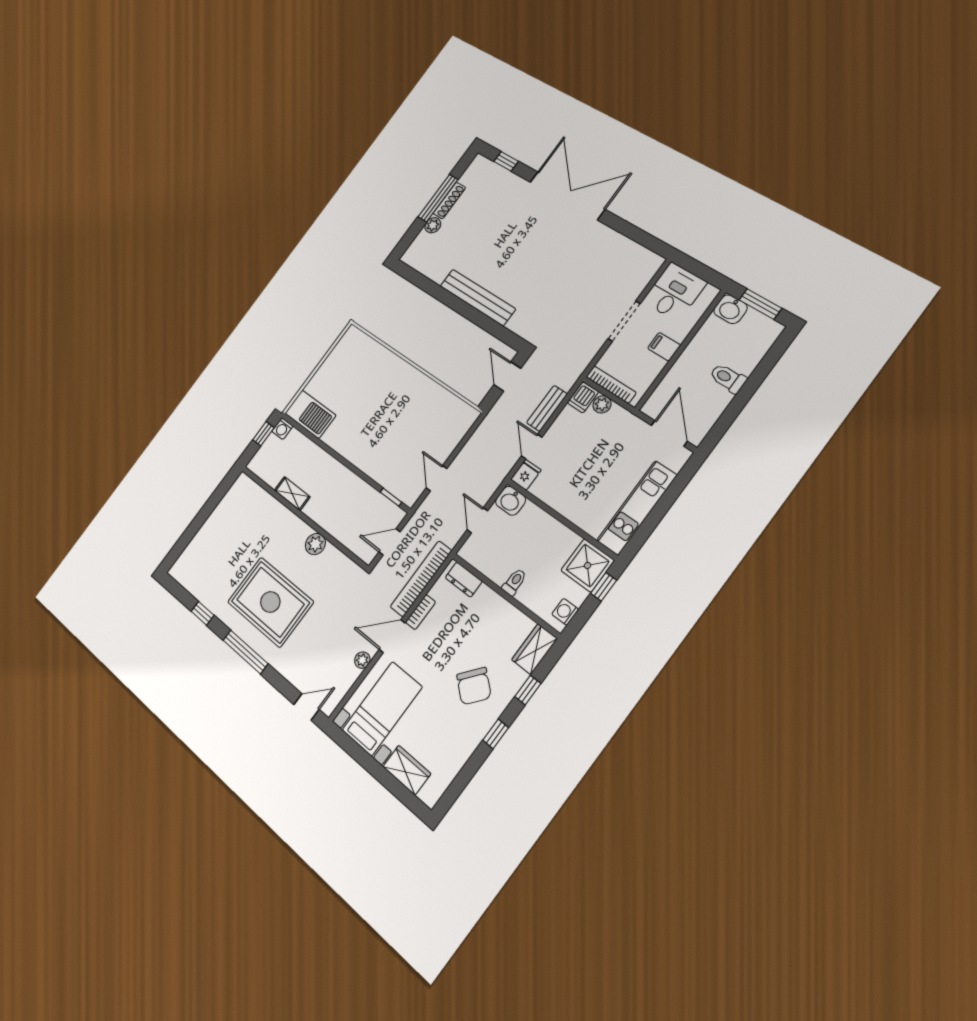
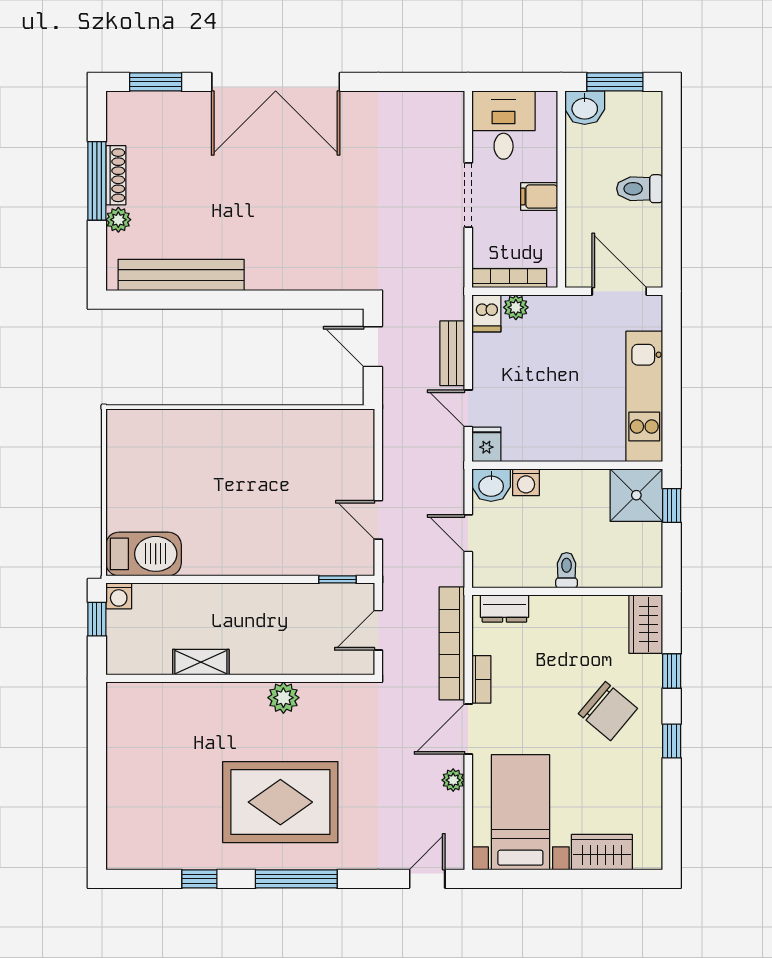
window: (506, 161) -> (156, 82), width x1.50
double door: (567, 196) -> (276, 82), swing flipped
bench: (478, 297) -> (181, 275), moved
washing machine: (565, 612) -> (526, 482), moved, turned -90

